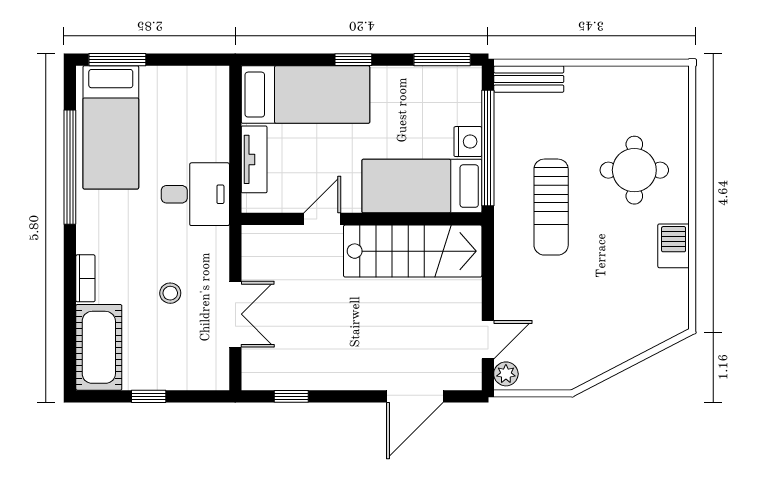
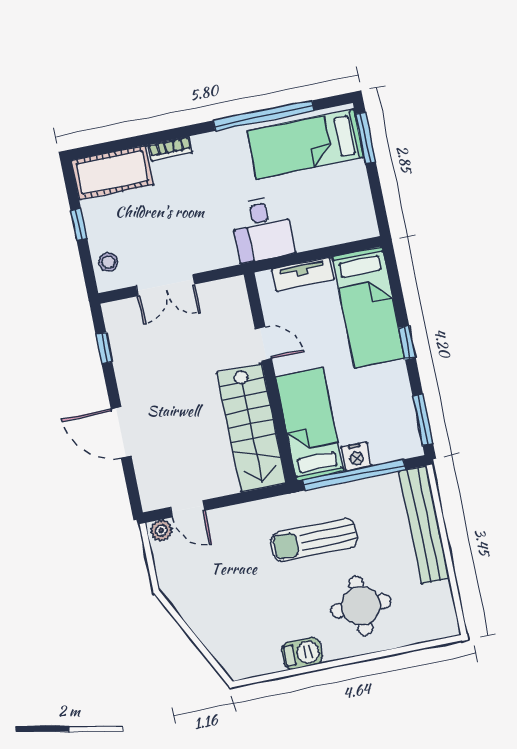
bench: (529, 79) -> (424, 525), width x1.86, depth x1.21
stool: (170, 293) -> (108, 262), moved
door: (415, 396) -> (121, 432), moved

